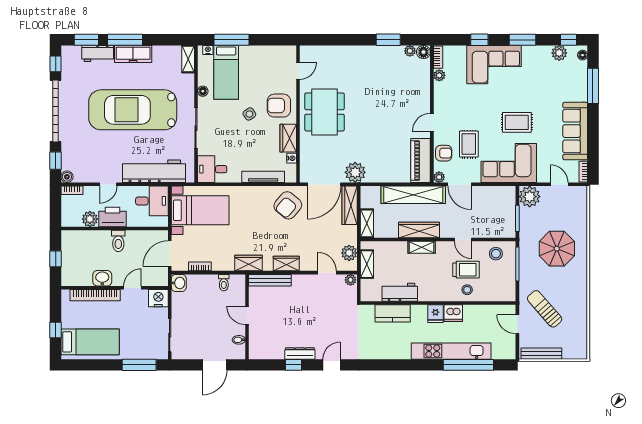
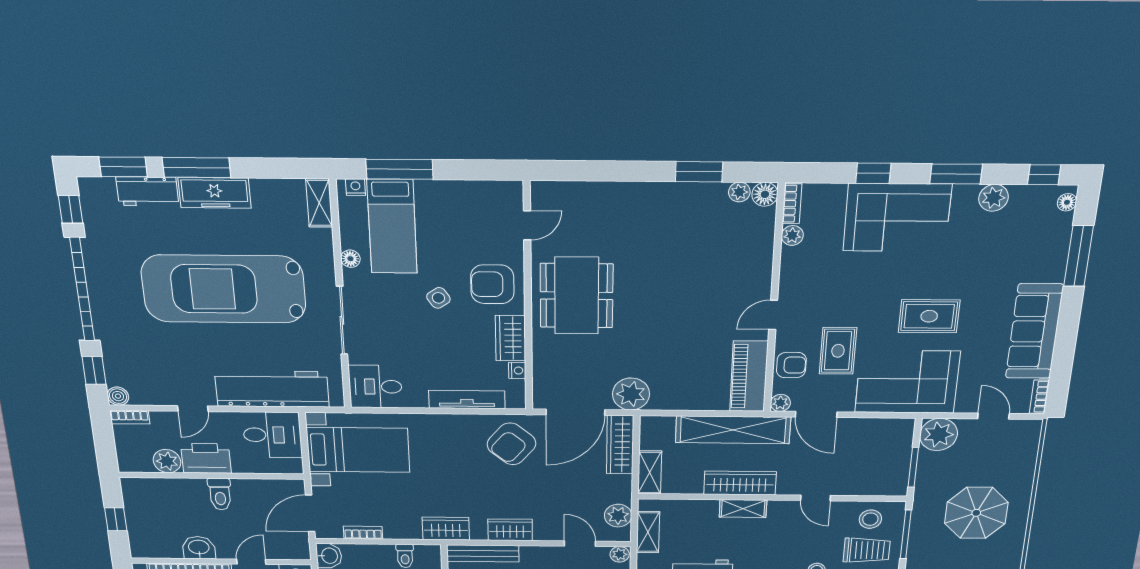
plant: (559, 53) -> (993, 198), moved
trolley: (466, 270) -> (867, 550), moved

